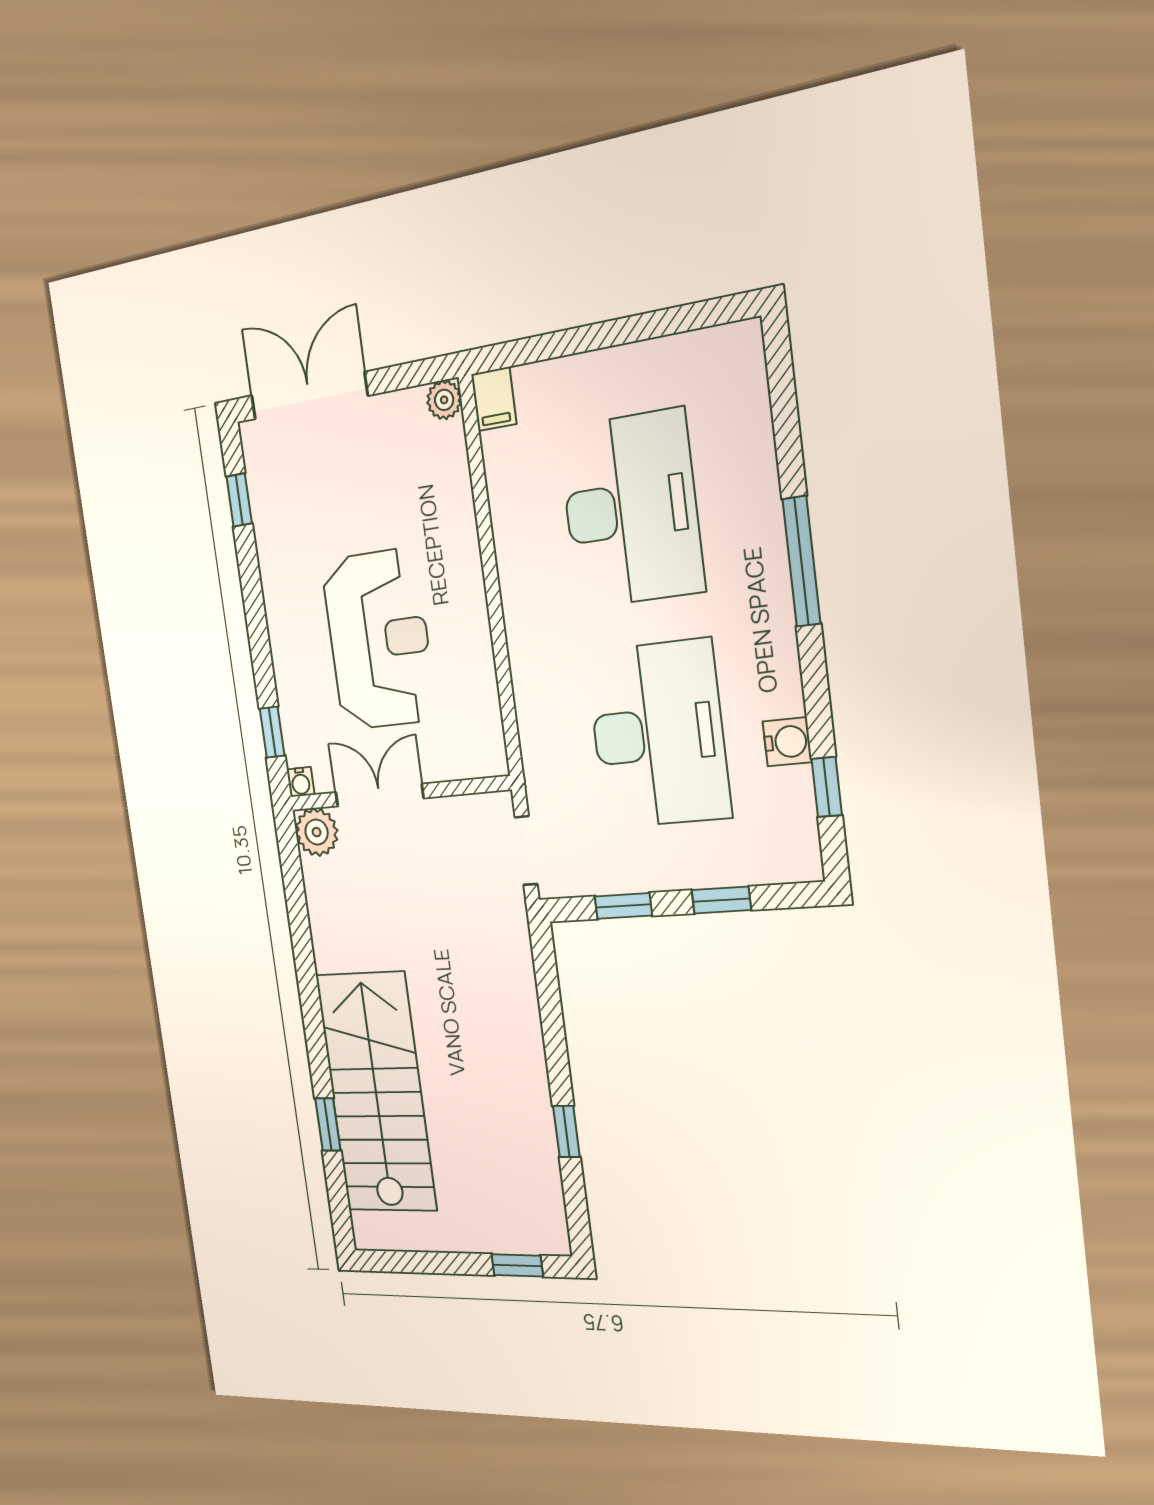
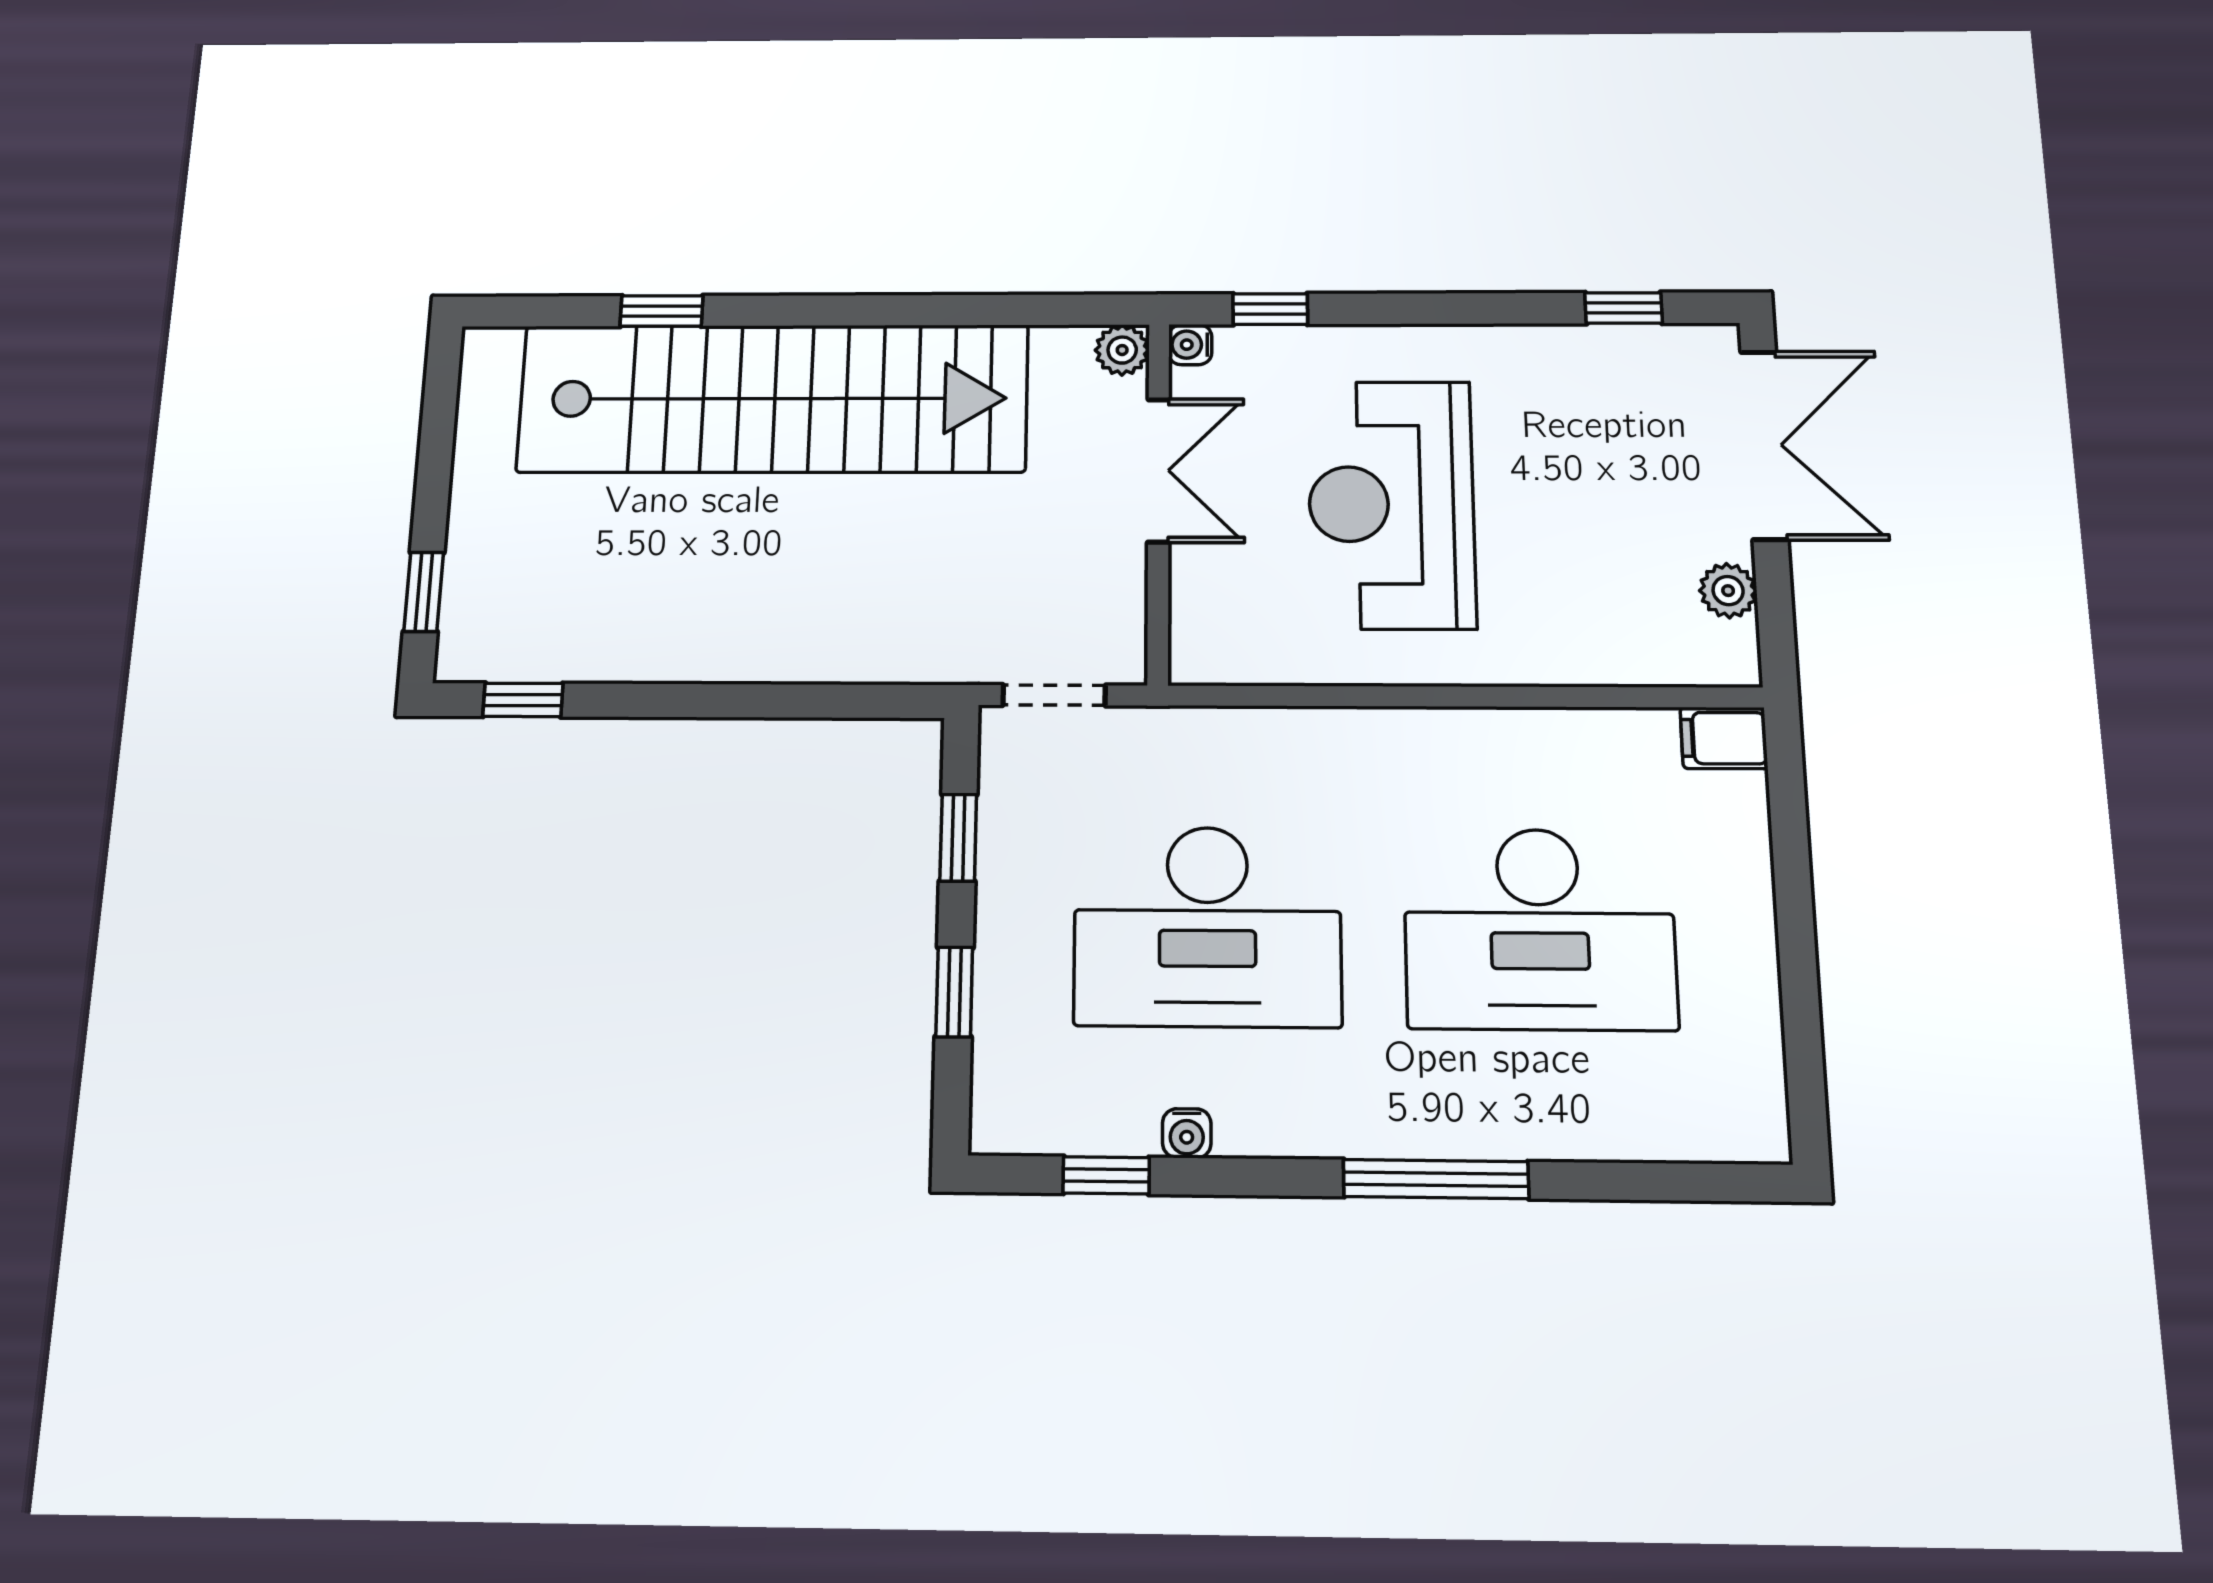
plant: (444, 400) -> (1728, 591), moved
reception desk: (379, 640) -> (1391, 504), turned 90
water cooler: (787, 742) -> (1187, 1133), width x0.72, depth x0.72
plant: (317, 832) -> (1122, 350), width x0.73, depth x0.73
stairs: (376, 1092) -> (773, 398), width x1.36
window: (566, 1131) -> (523, 700), moved

